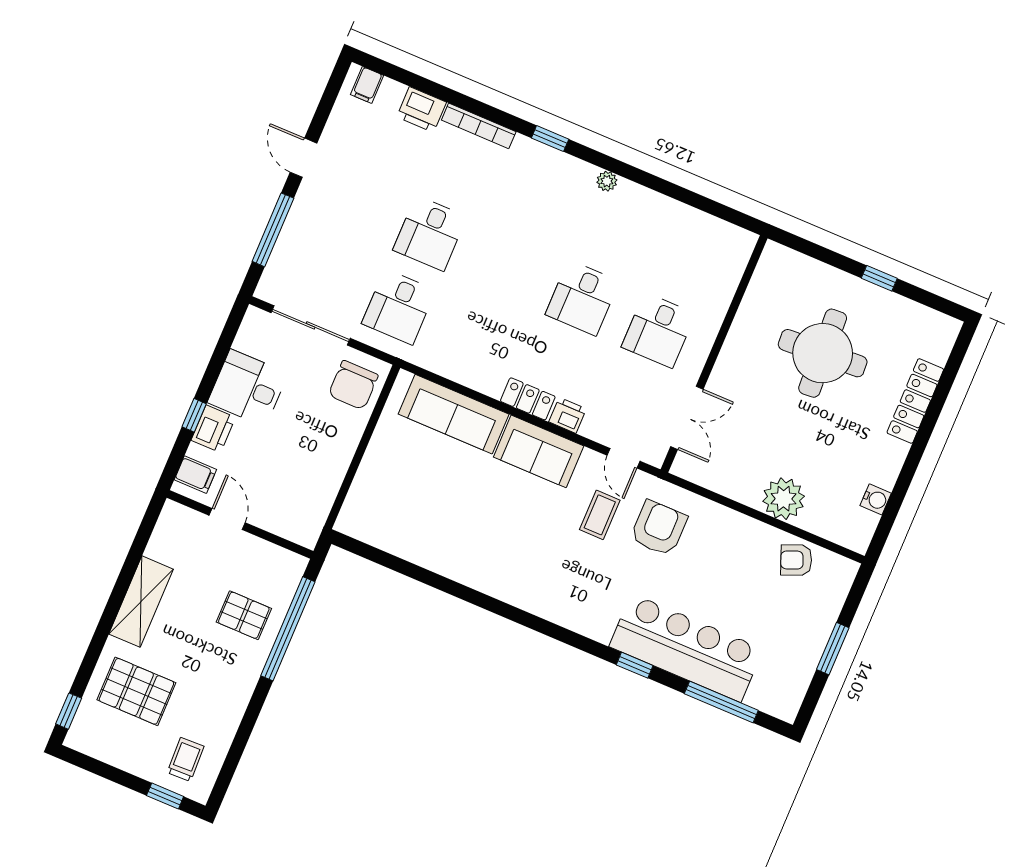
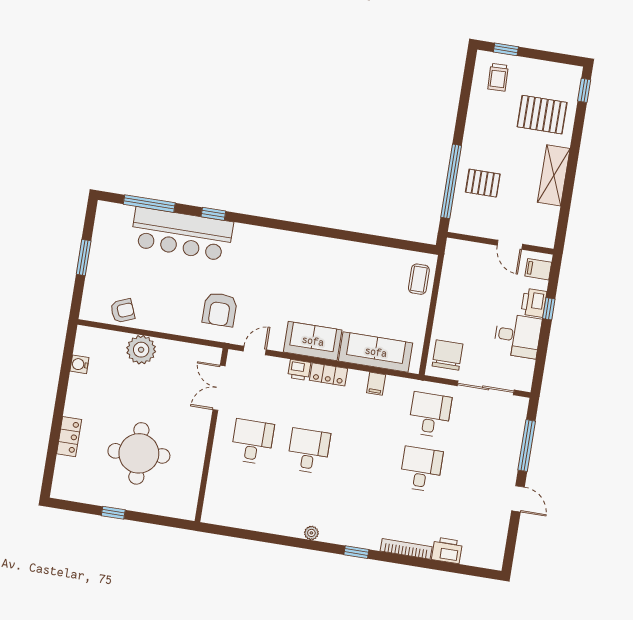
filing cabinet: (367, 85) -> (376, 384), moved, turned 180
locker: (915, 401) -> (69, 437), width x0.66
door: (624, 458) -> (255, 350), hinge flipped
coffee table: (600, 515) -> (419, 279), moved

